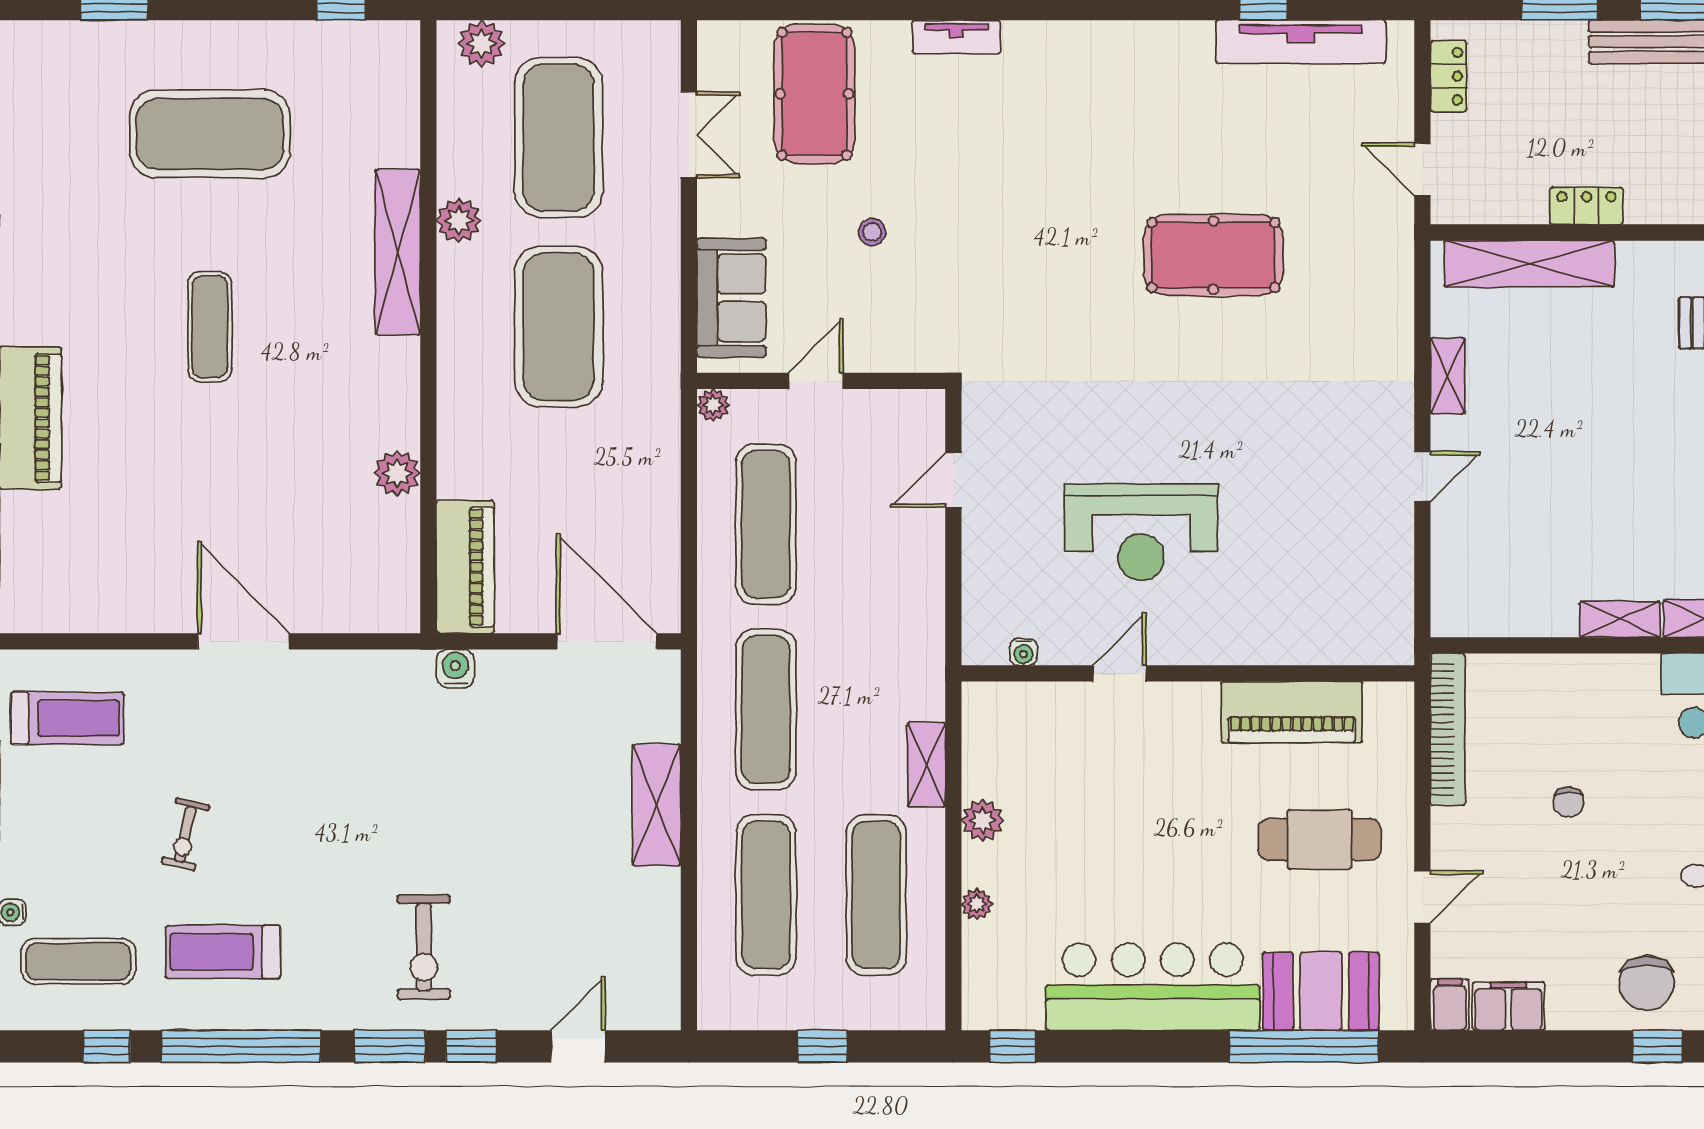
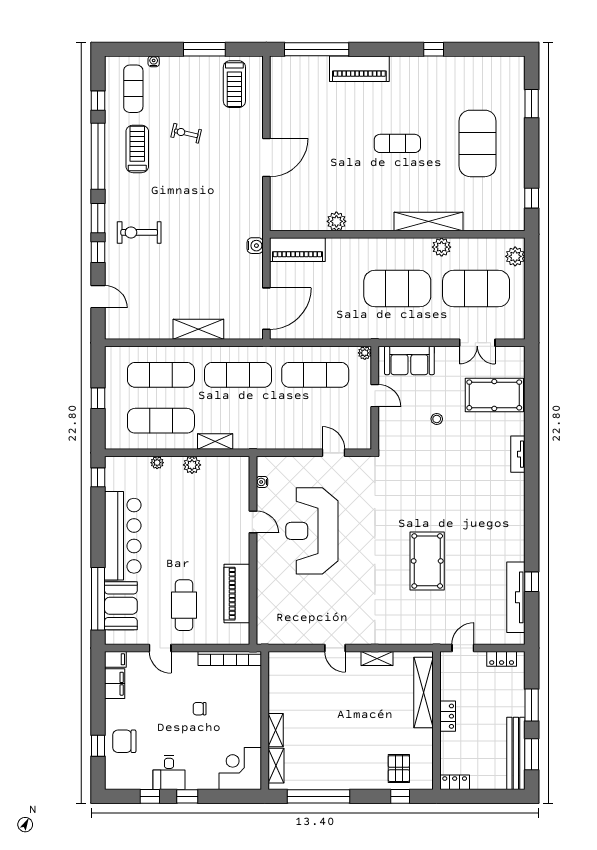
reception desk: (1141, 532) -> (312, 531), width x1.36, depth x1.30

